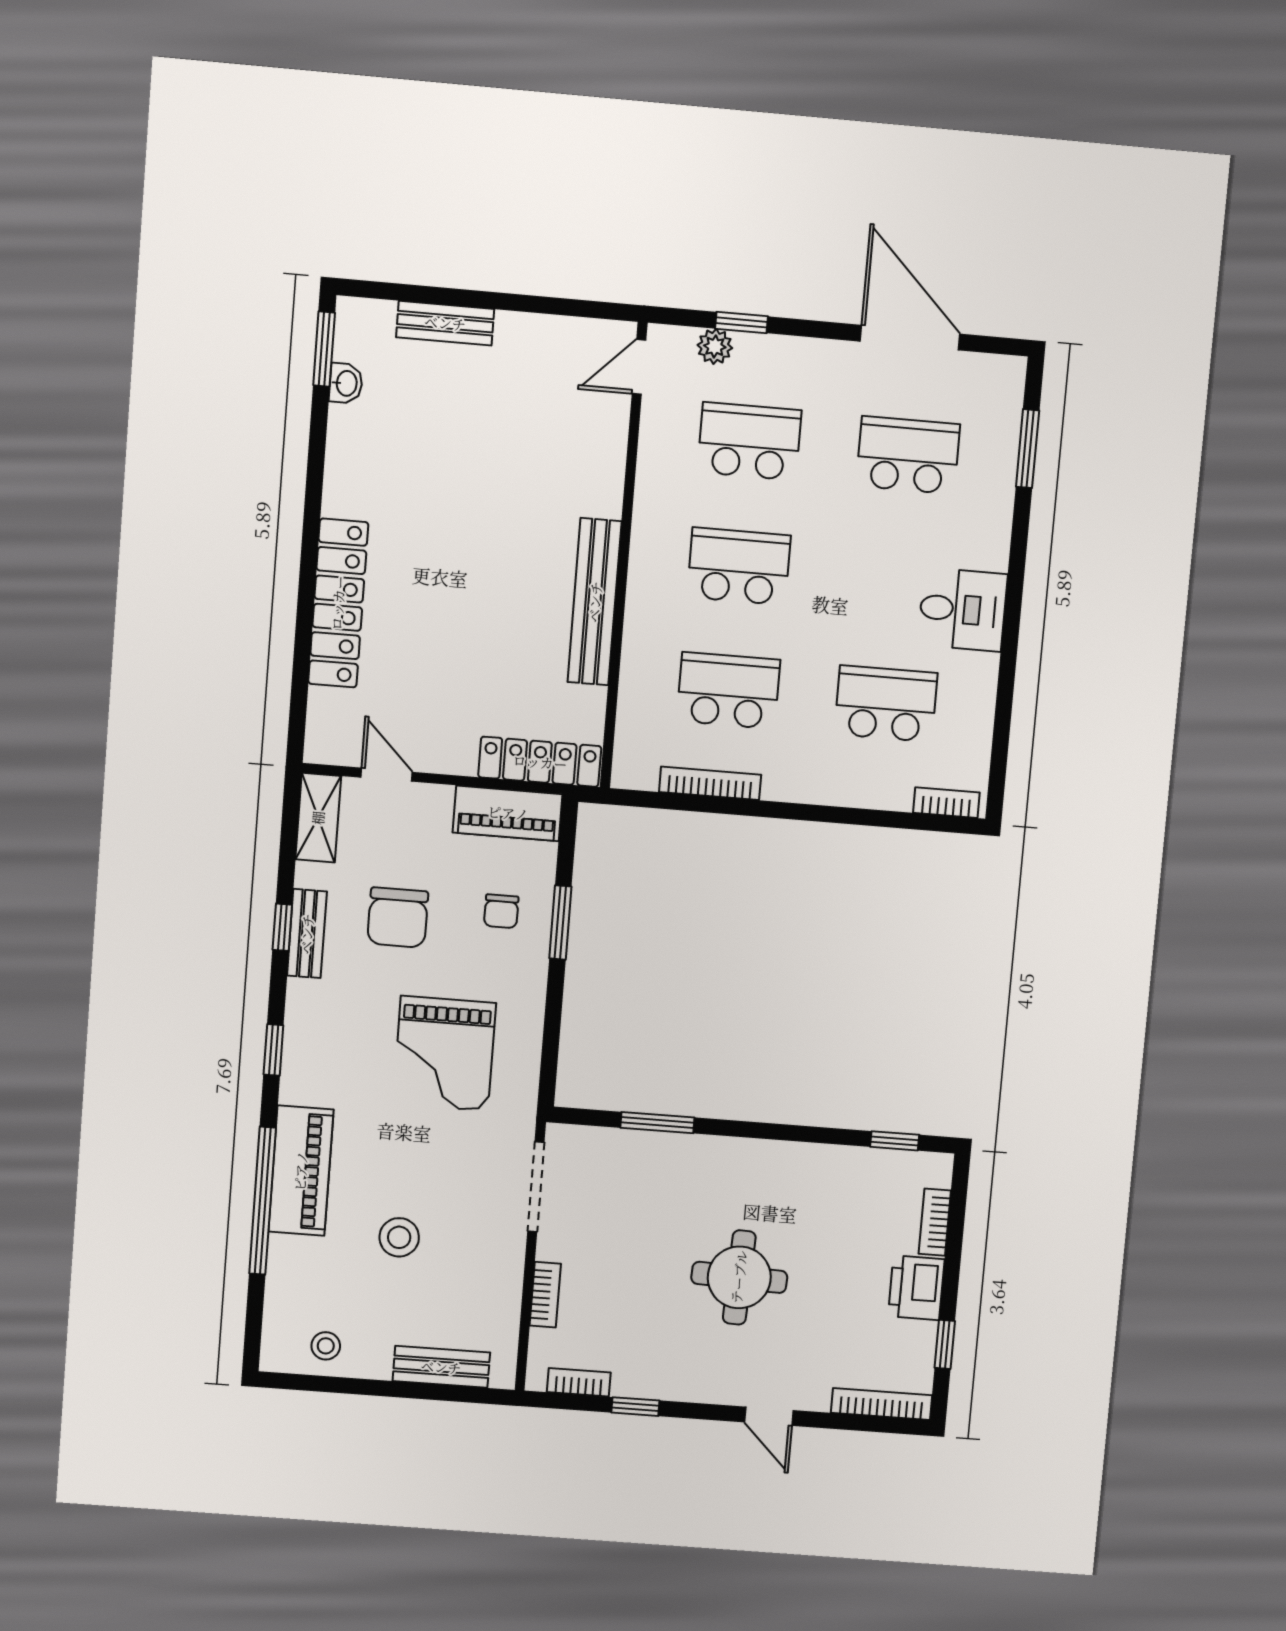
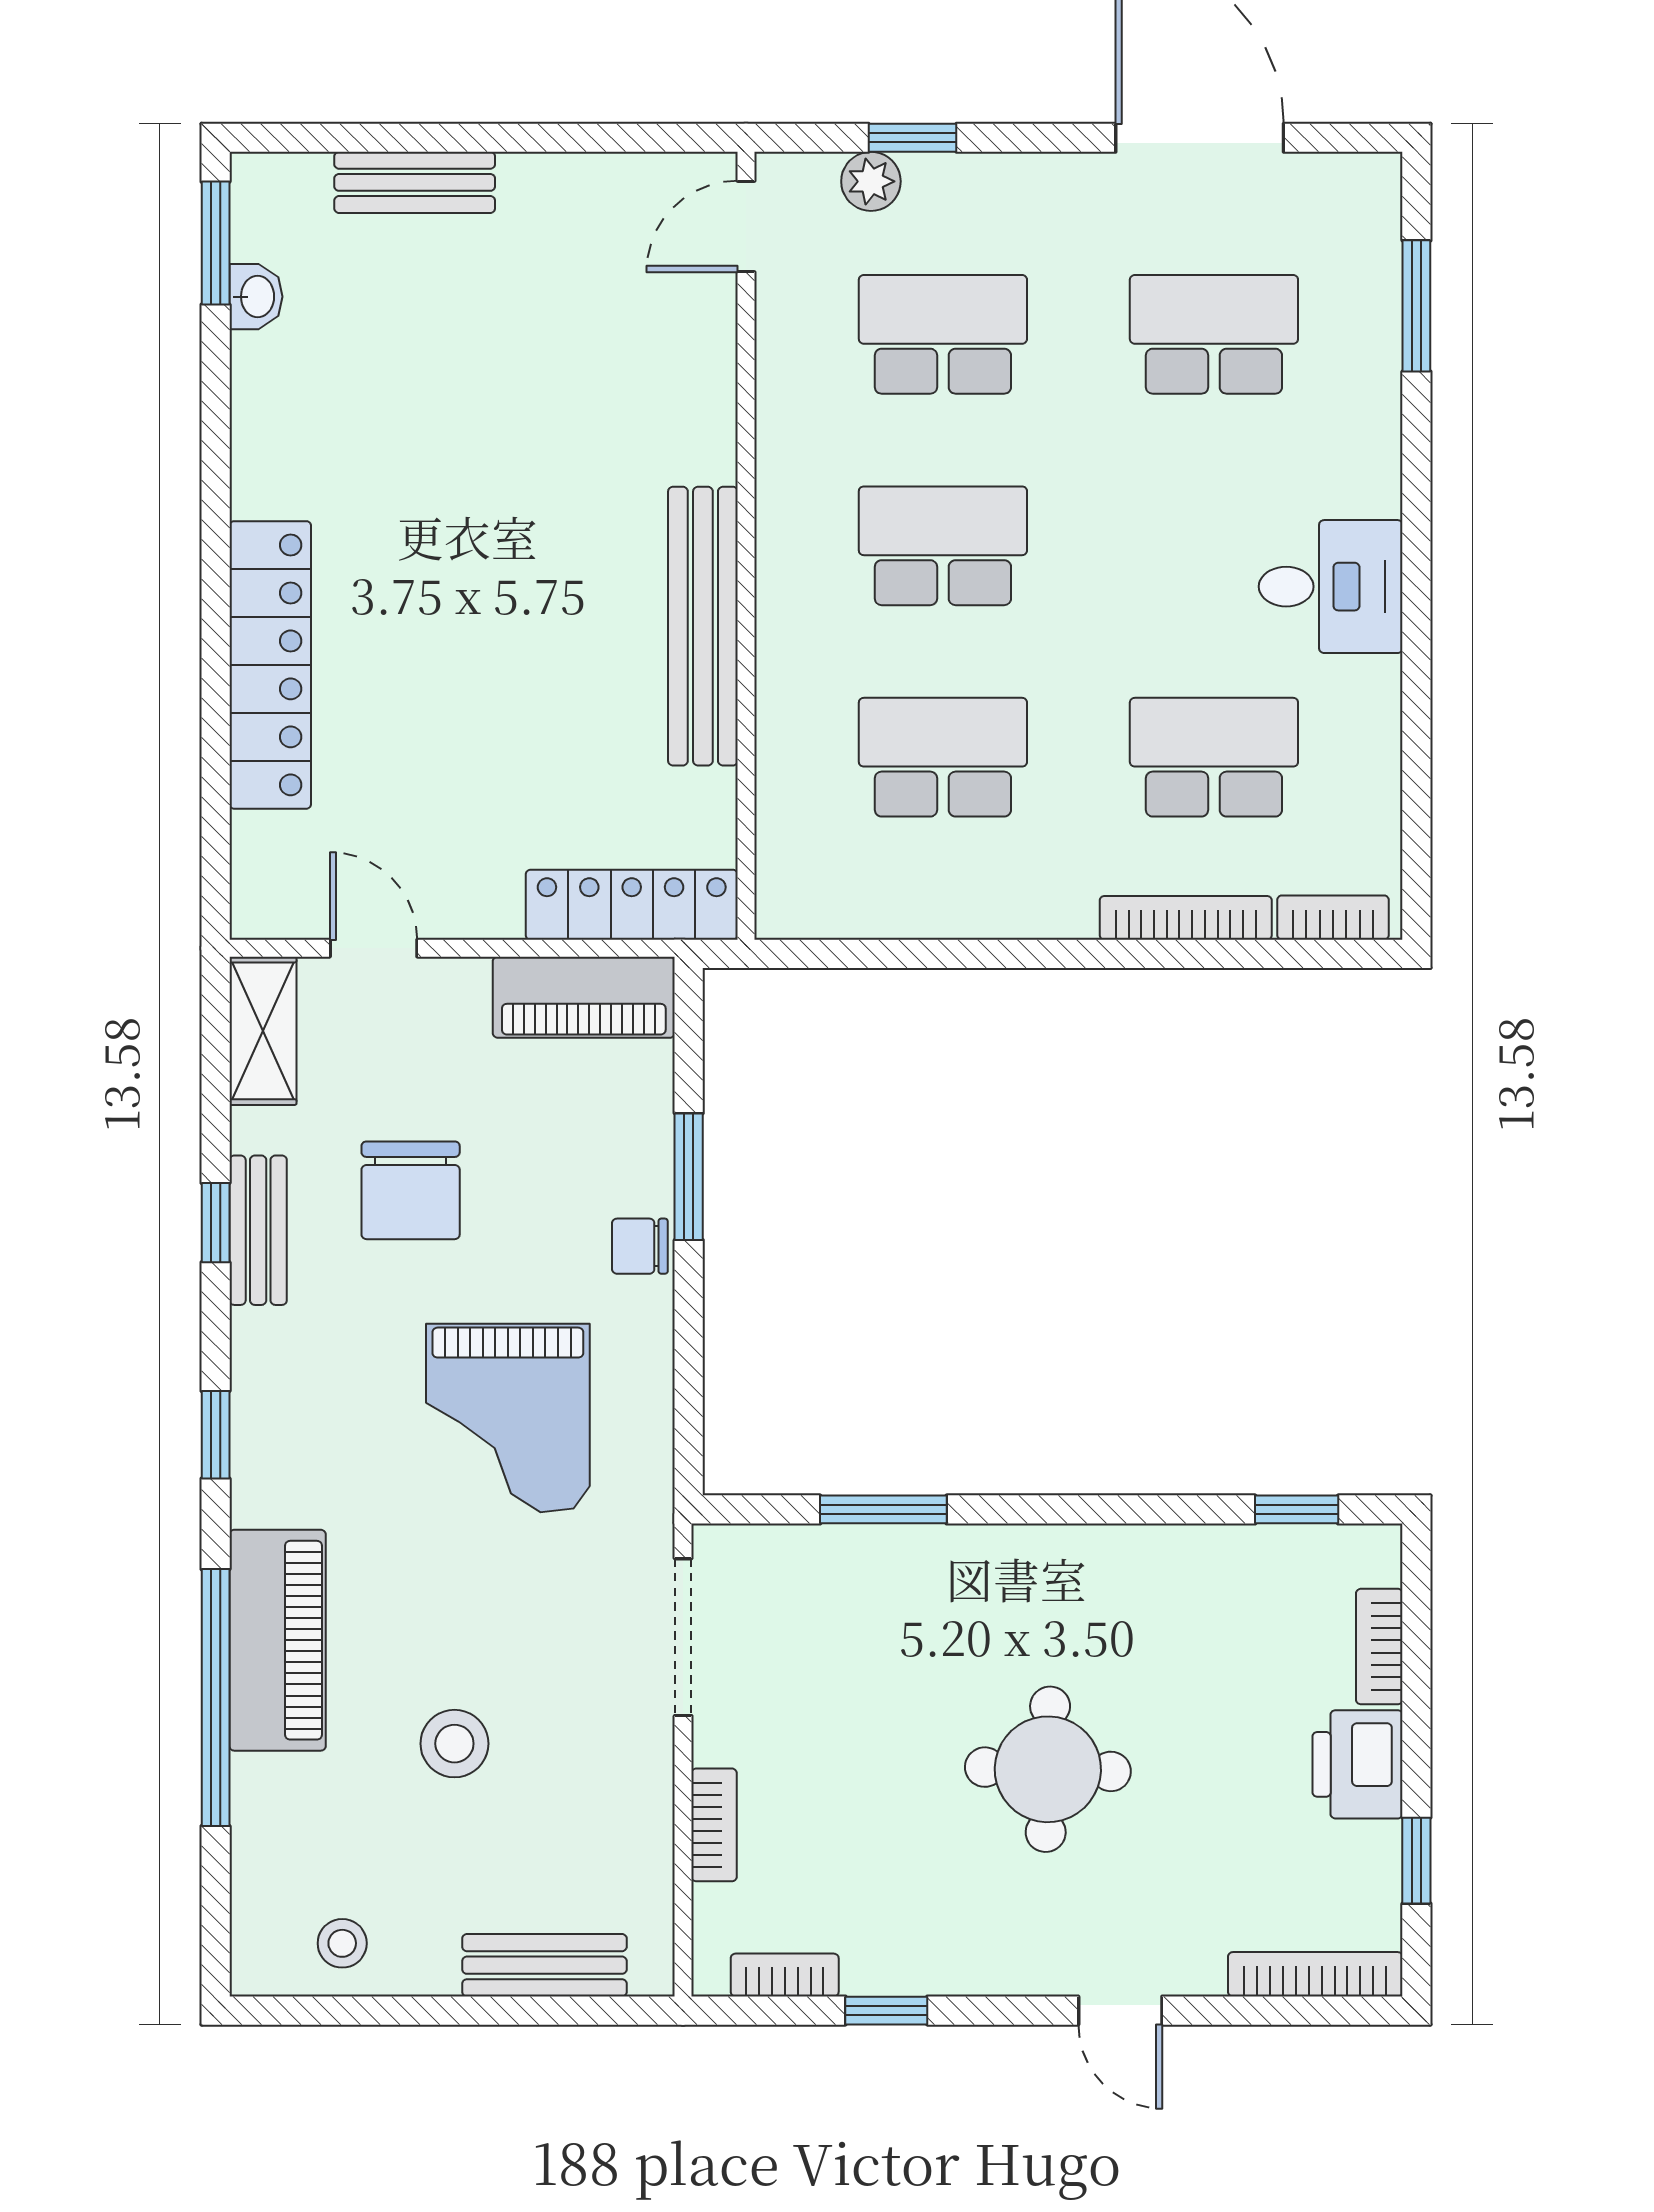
bookcase: (710, 783) -> (1186, 918), moved
chair: (501, 911) -> (640, 1246), moved, turned 90

